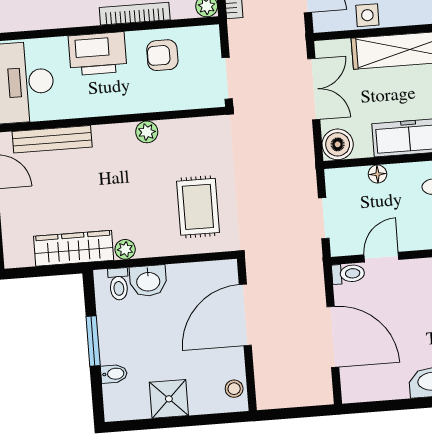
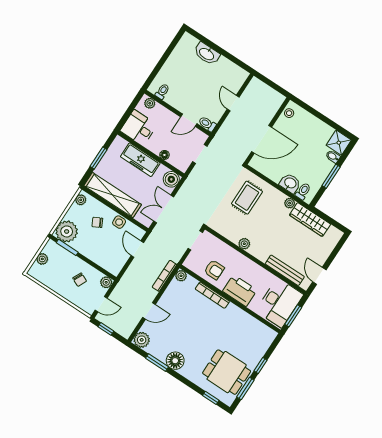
door: (333, 337) -> (233, 103), width x0.53
shower: (169, 399) -> (339, 143), moved

